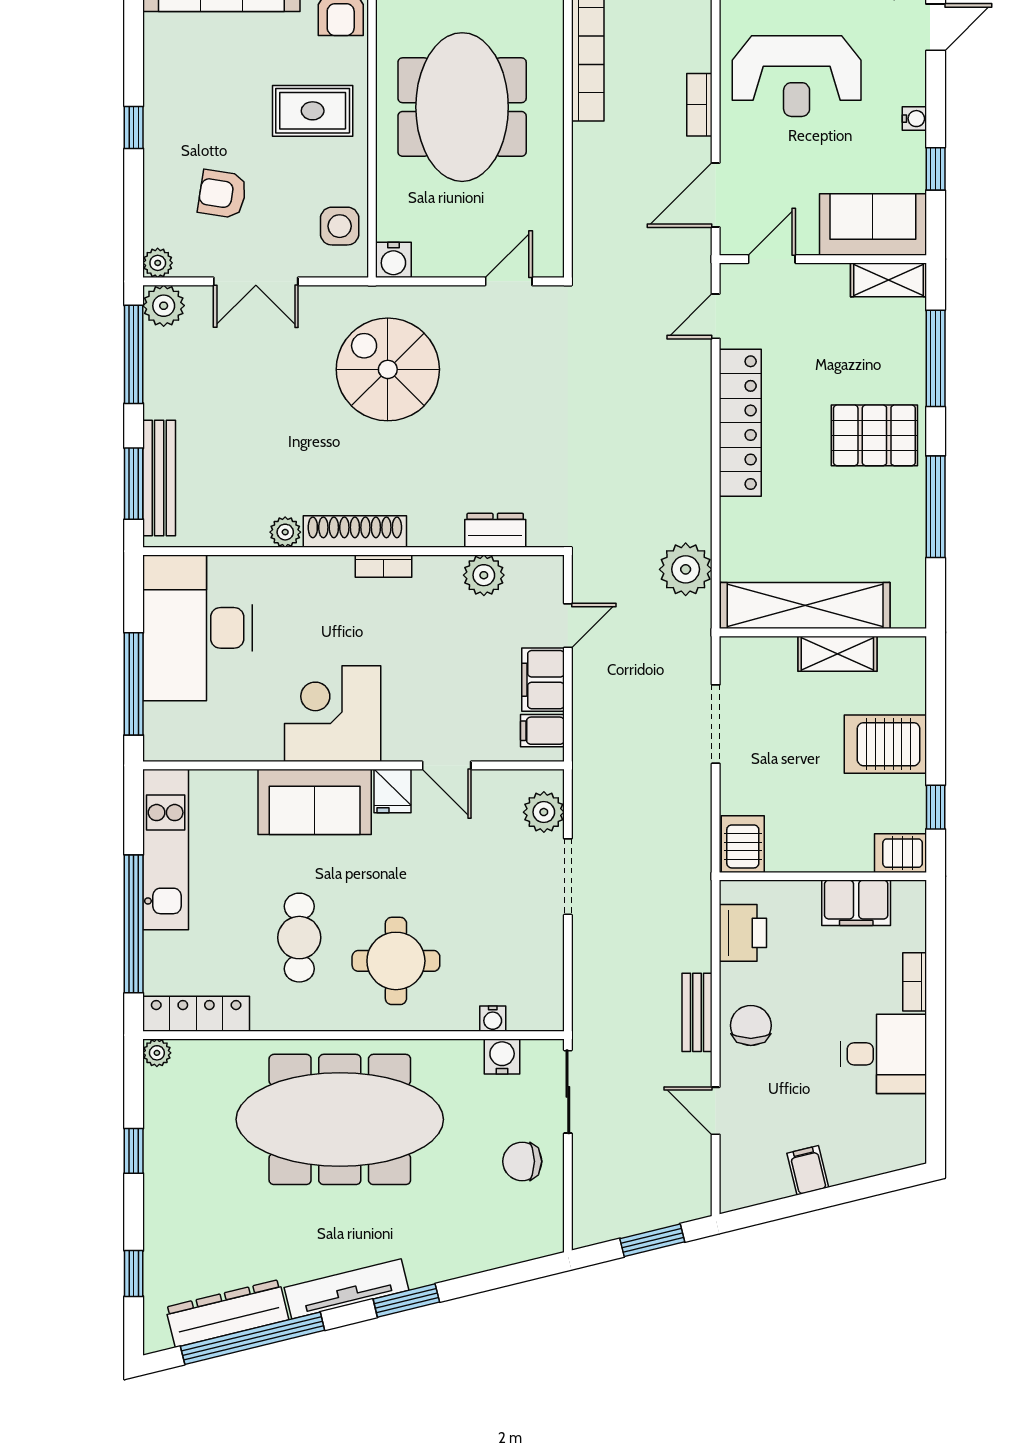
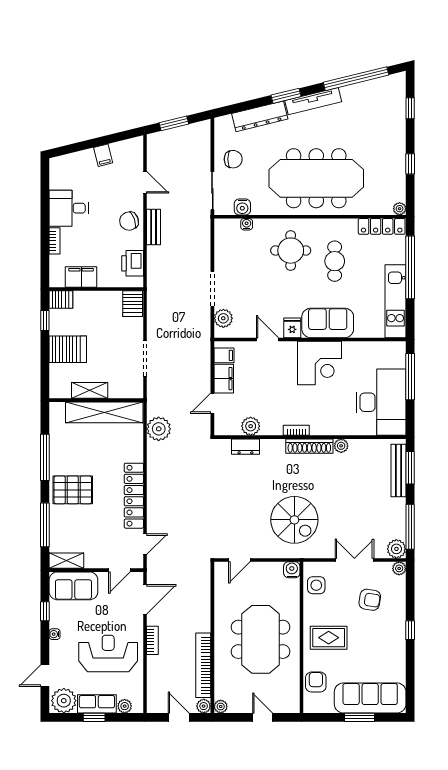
chair: (751, 1025) -> (129, 221), turned 70
dresser: (227, 1313) -> (260, 116), moved

